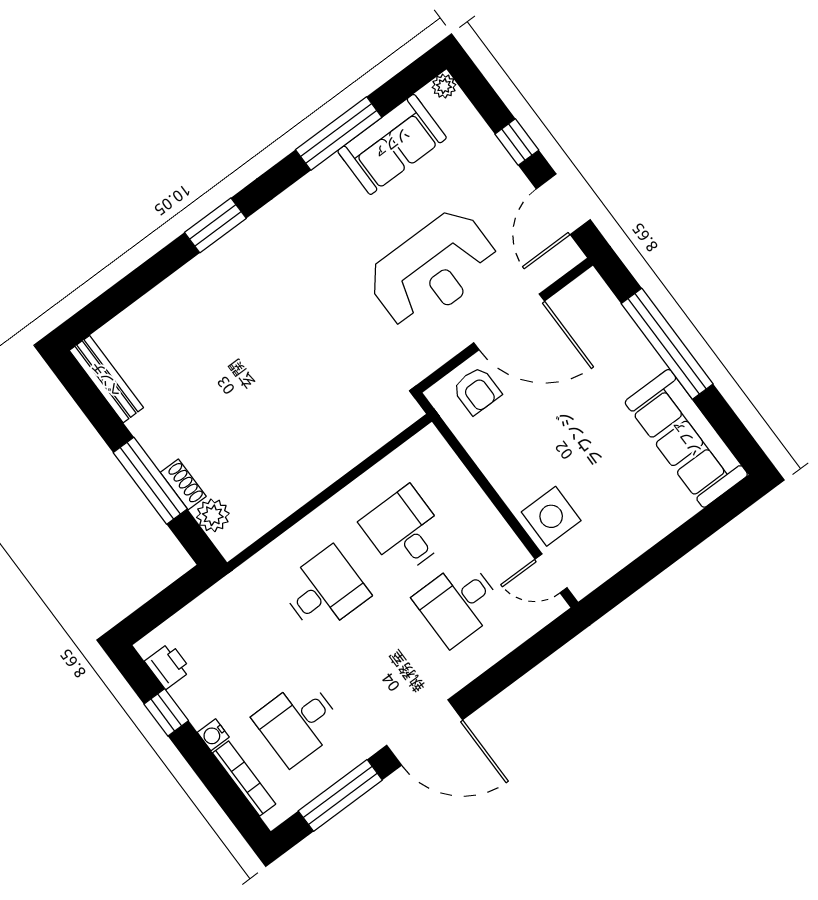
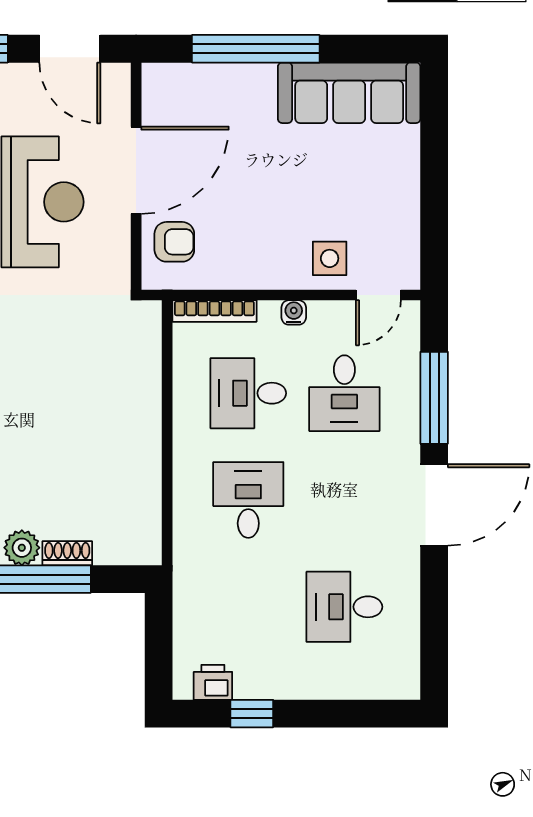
plant: (213, 515) -> (22, 548), moved
side table: (551, 516) -> (330, 258), width x0.73, depth x0.73
desk: (298, 722) -> (344, 607), turned 90
water cooler: (213, 735) -> (294, 312), moved, turned 180
bookcase: (244, 778) -> (214, 311), moved, turned 180
window: (340, 795) -> (434, 398), moved

